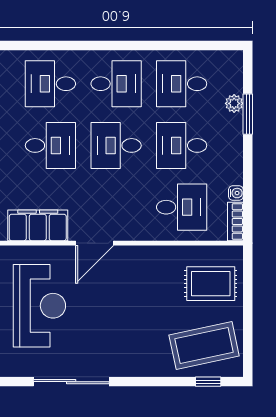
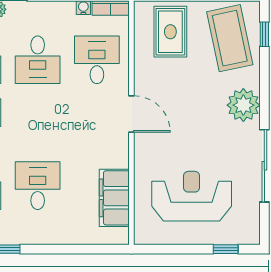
desk: (116, 145) -> (38, 123), removed
door: (95, 243) -> (131, 114), moved
plant: (134, 360) -> (243, 105), added

